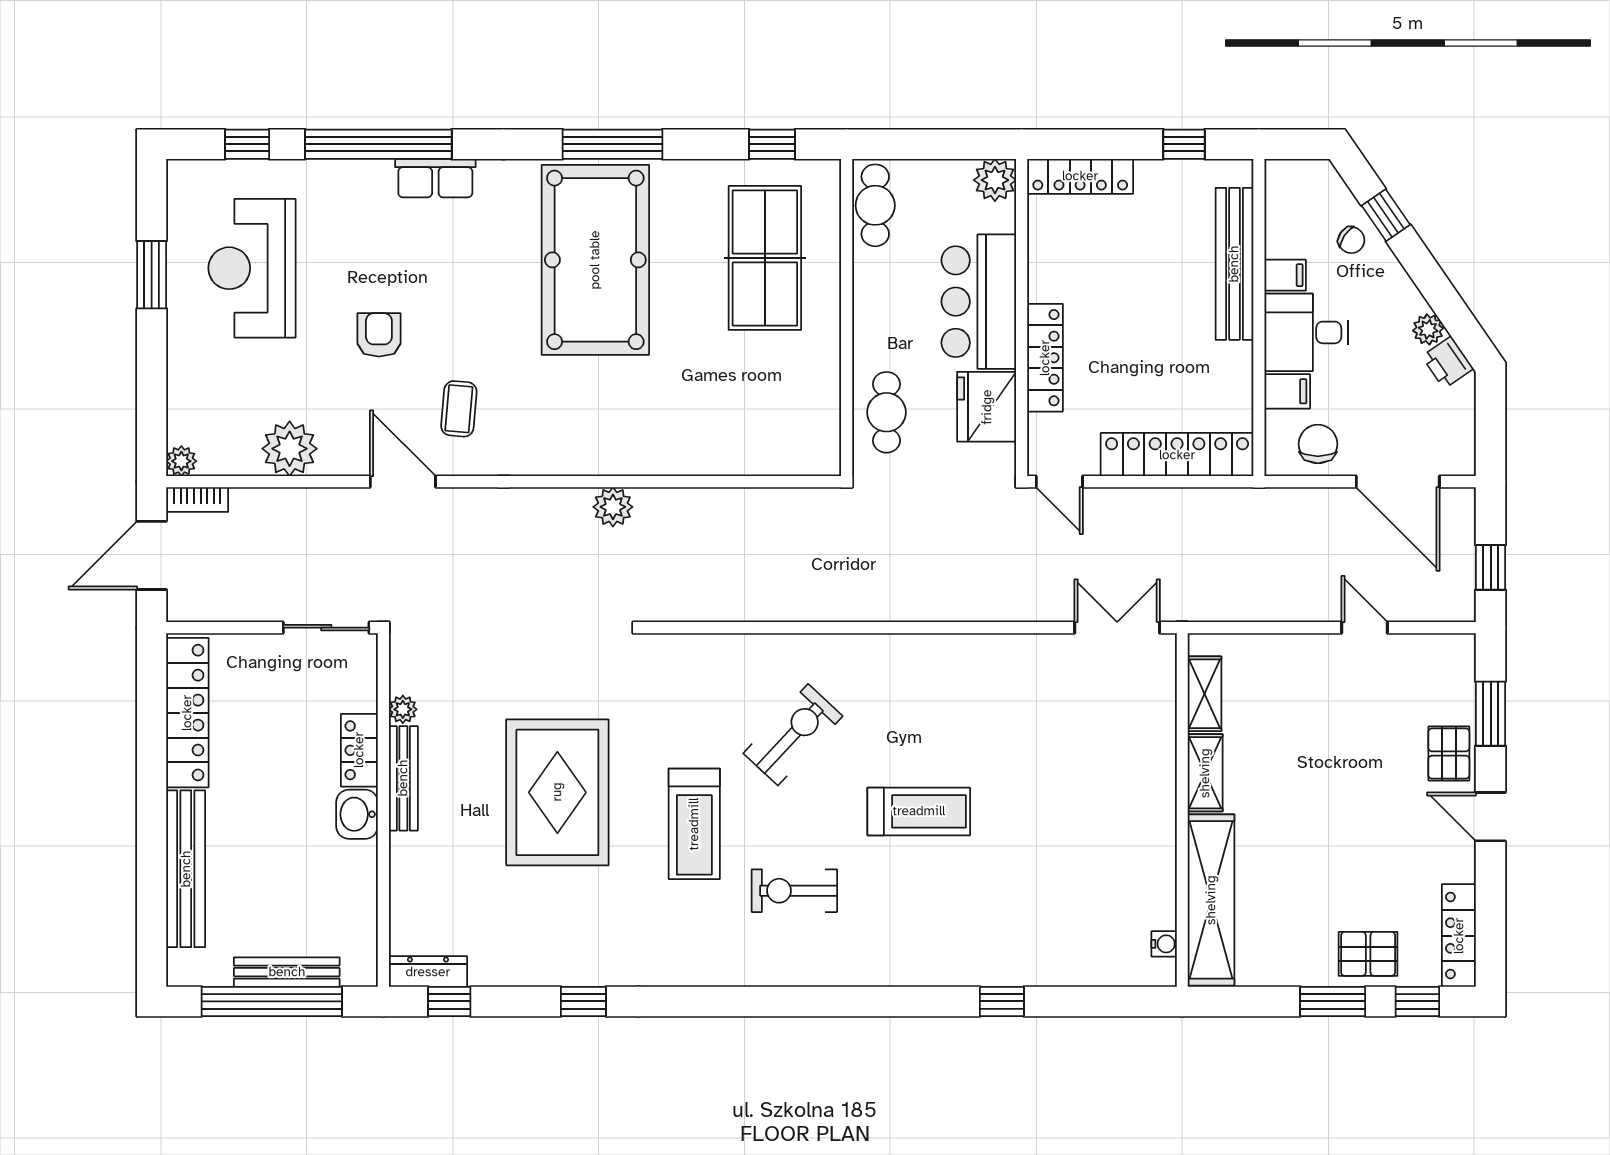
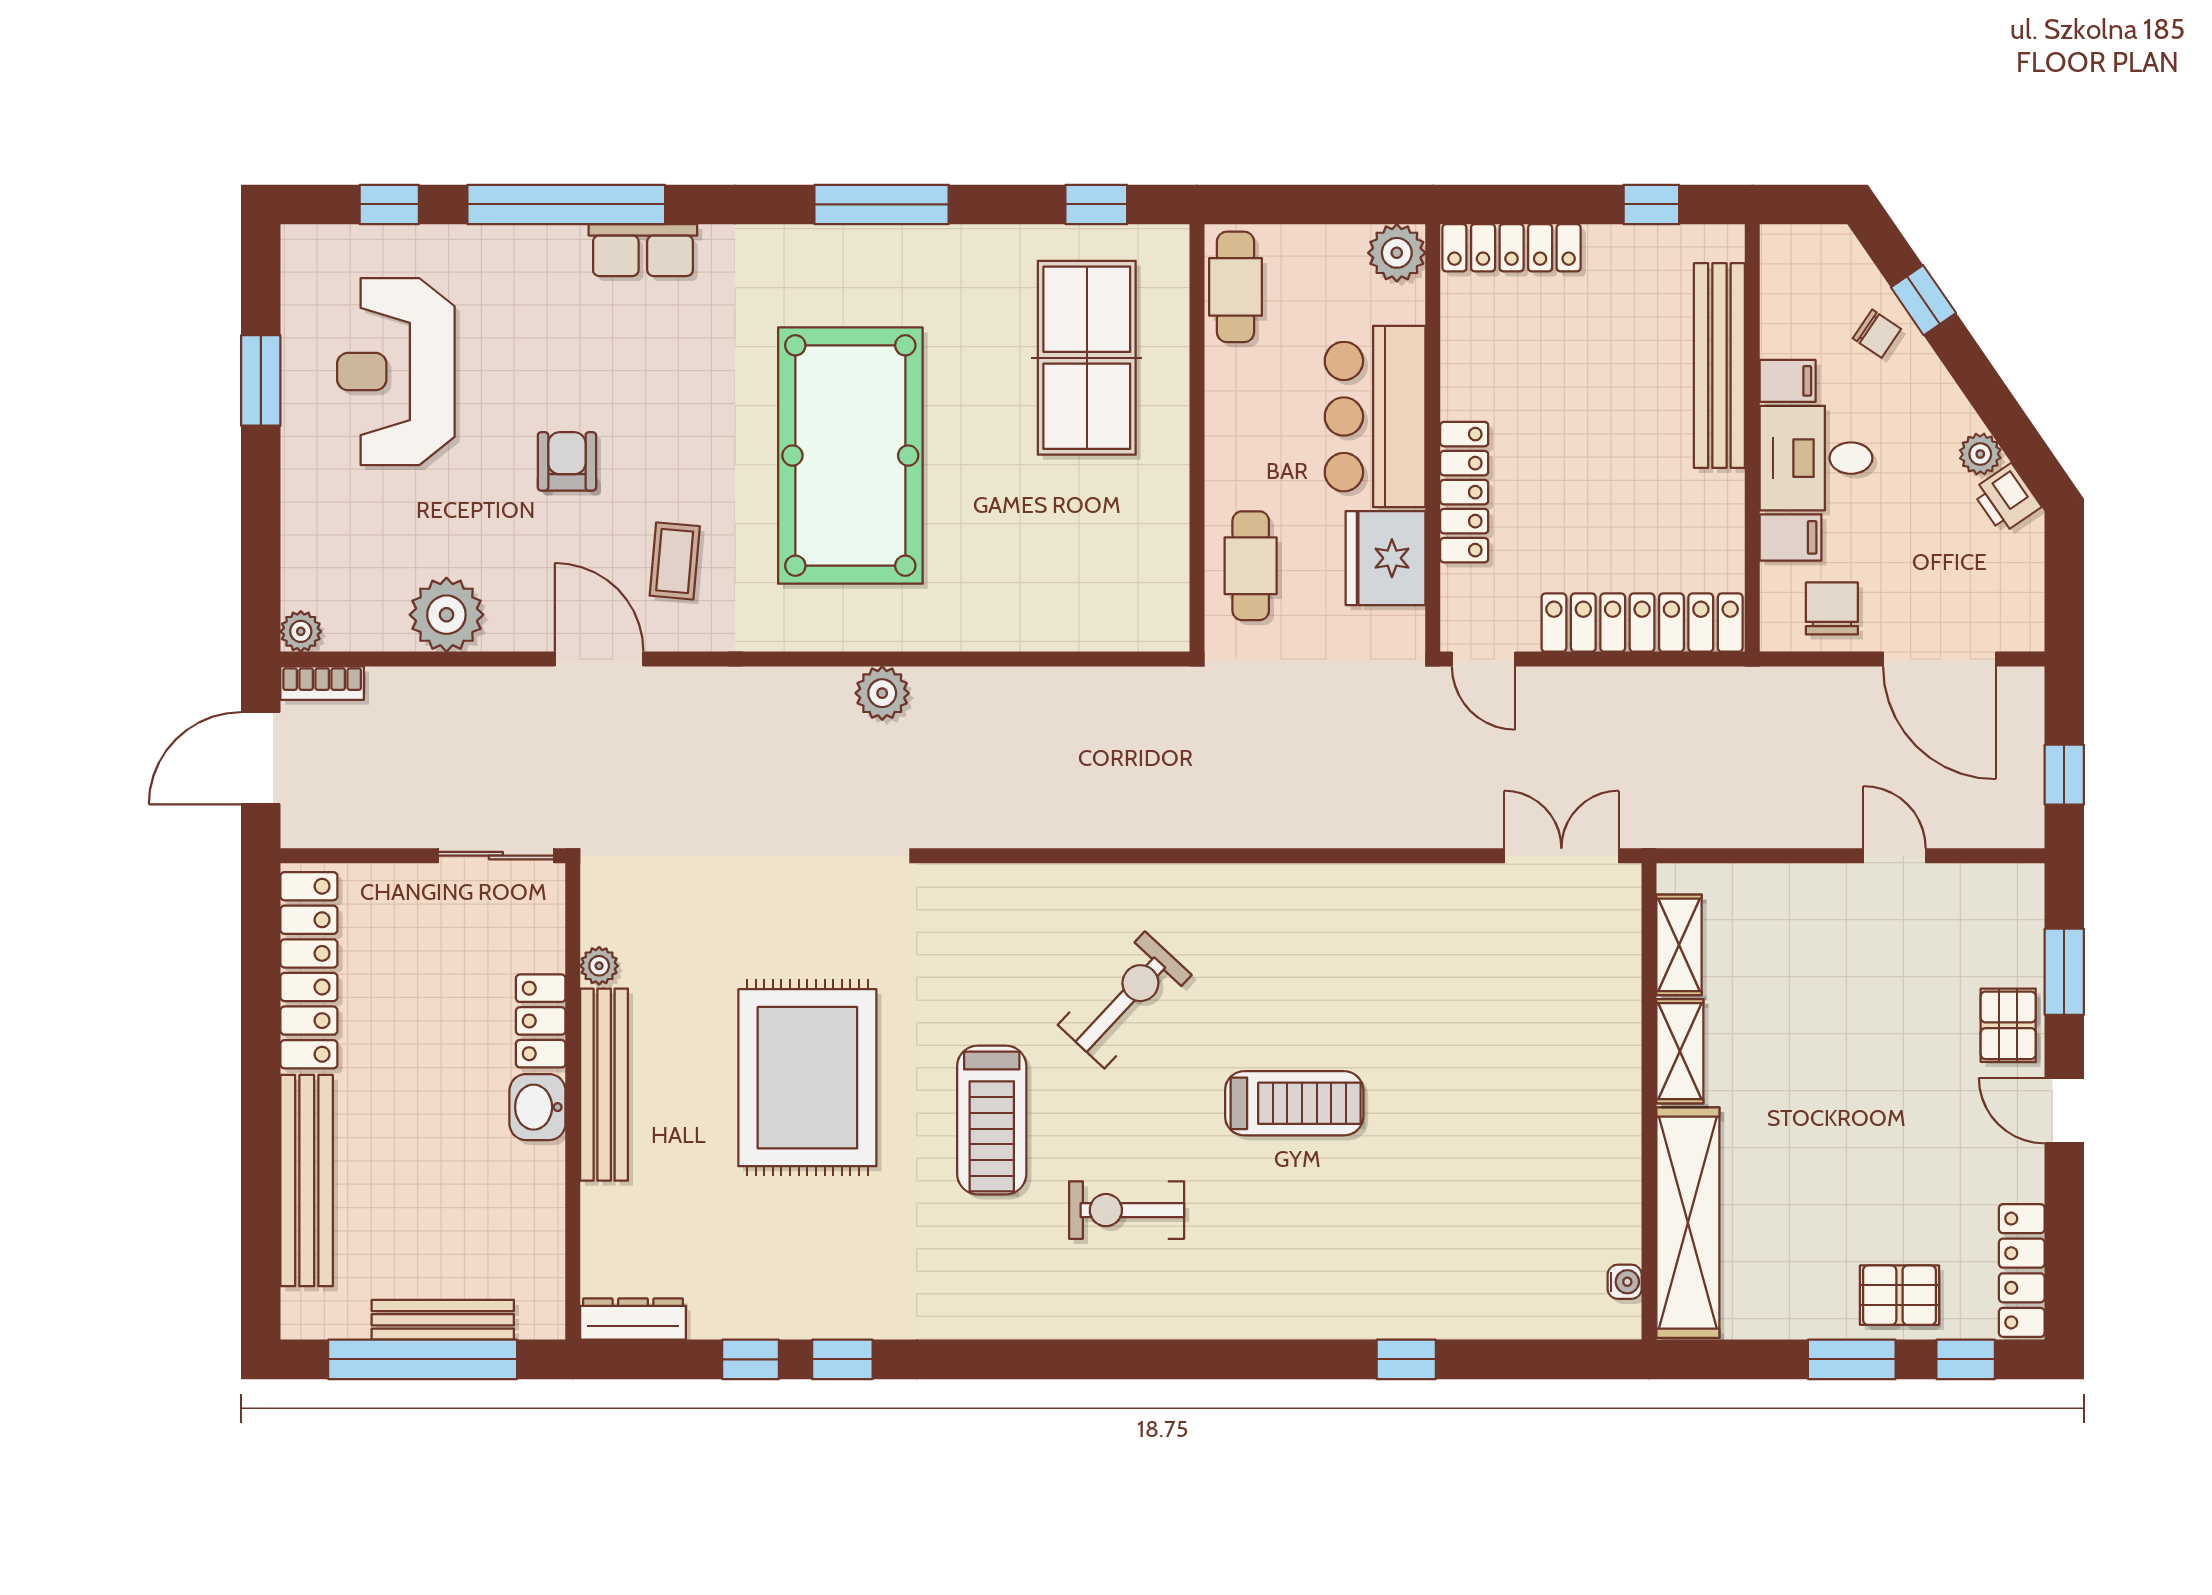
pool table: (595, 260) -> (850, 456), moved
bench: (403, 778) -> (604, 1085), width x1.37, depth x1.21
window: (449, 1001) -> (751, 1359), moved

